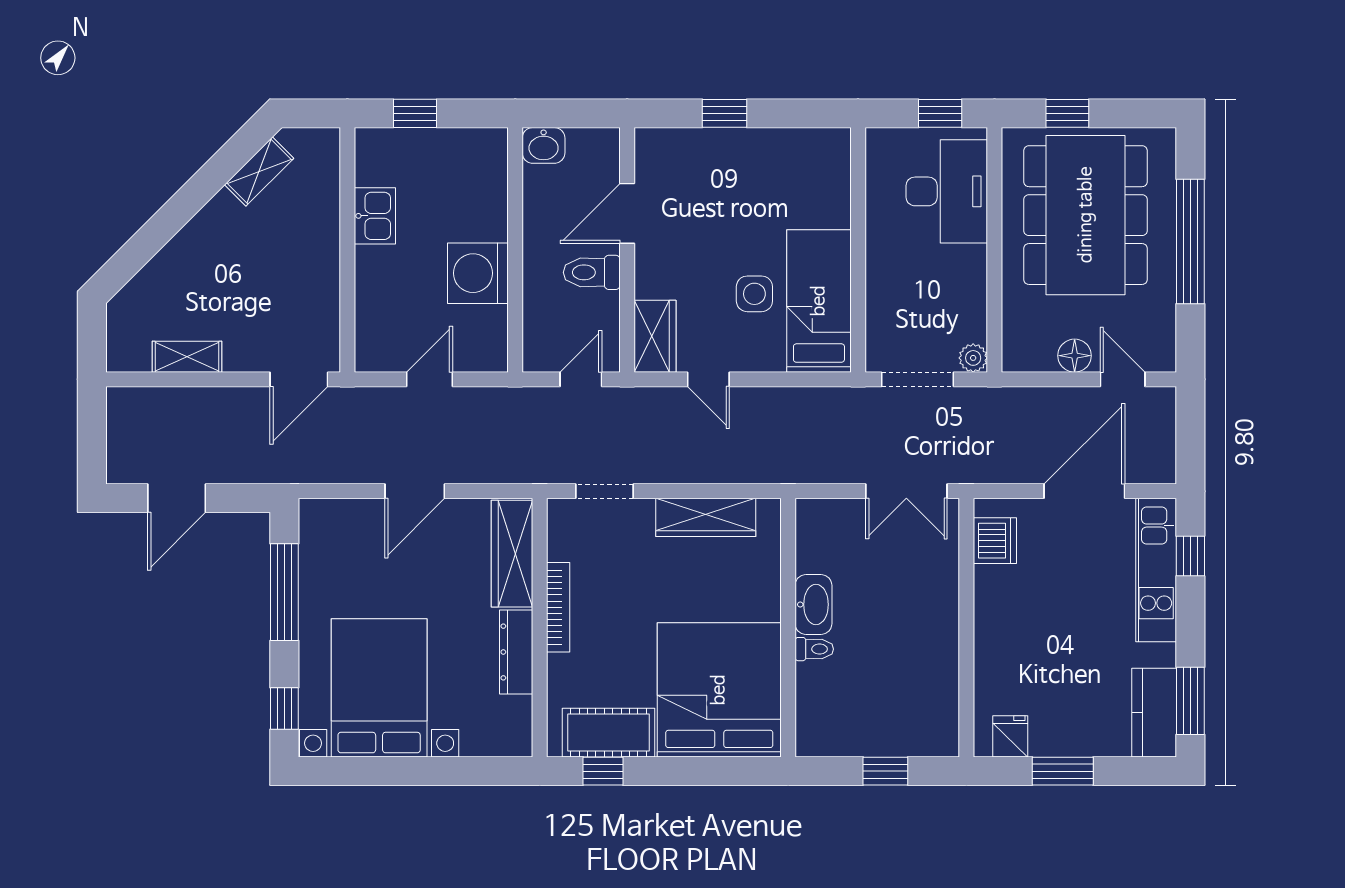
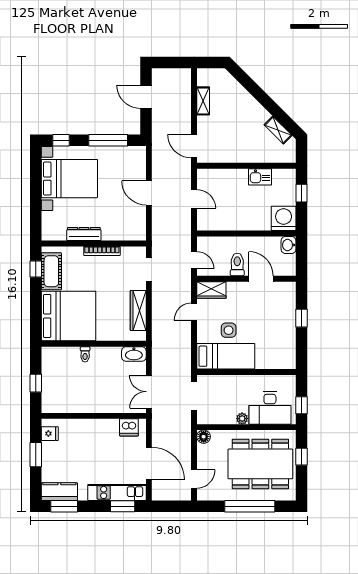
washing machine: (478, 273) -> (284, 218), moved
floor lamp: (1075, 356) -> (204, 437), moved
plant: (973, 358) -> (242, 419), moved
wardrobe: (512, 554) -> (124, 232), removed
window: (1190, 556) -> (123, 506), width x1.50
washbasin: (813, 605) -> (134, 354), moved

